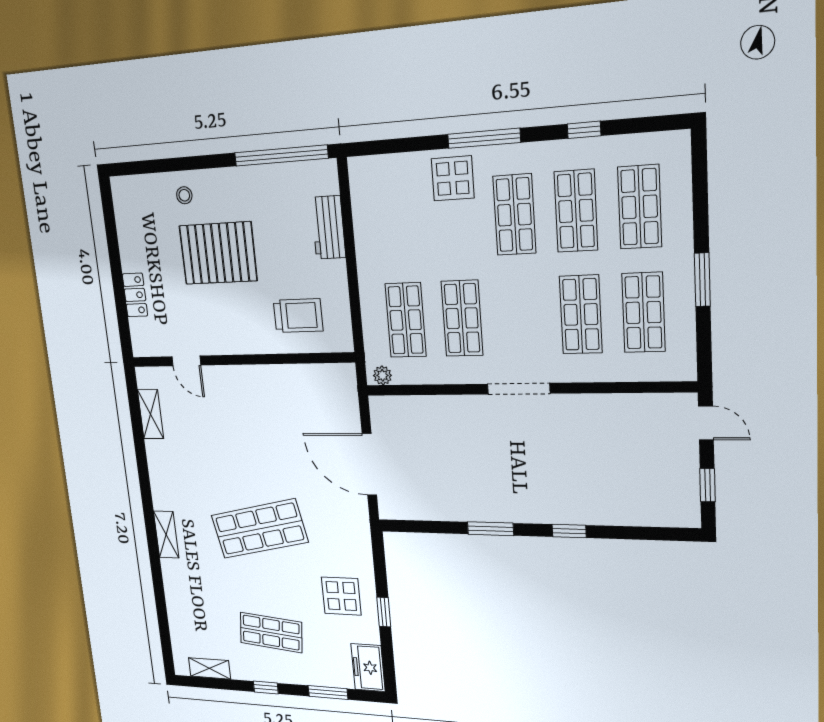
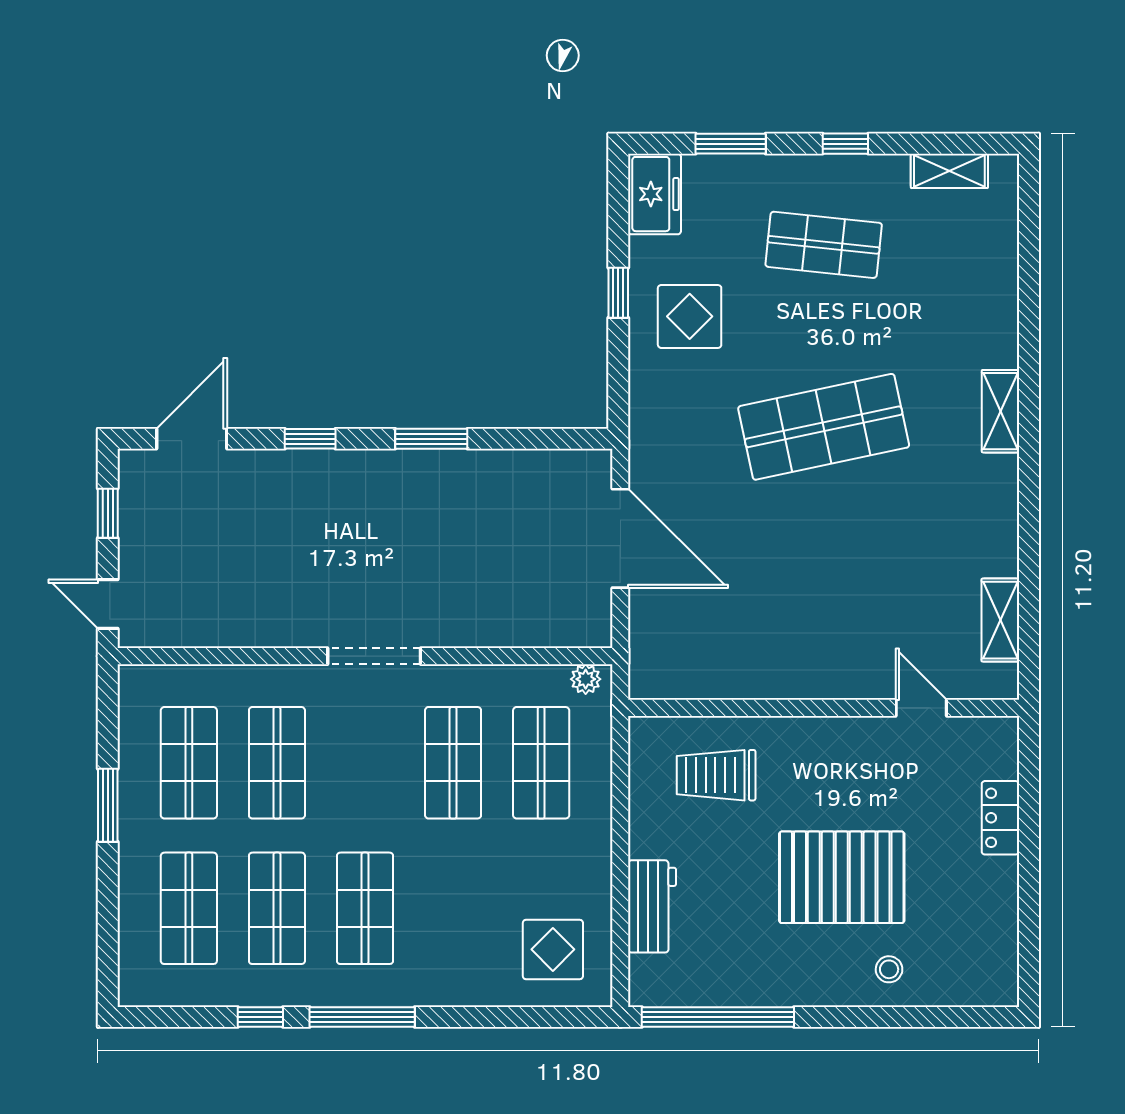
window: (484, 138) -> (362, 1017), moved
display table: (453, 178) -> (553, 949), moved
door: (650, 533) -> (192, 439), added

